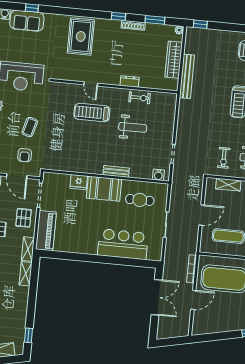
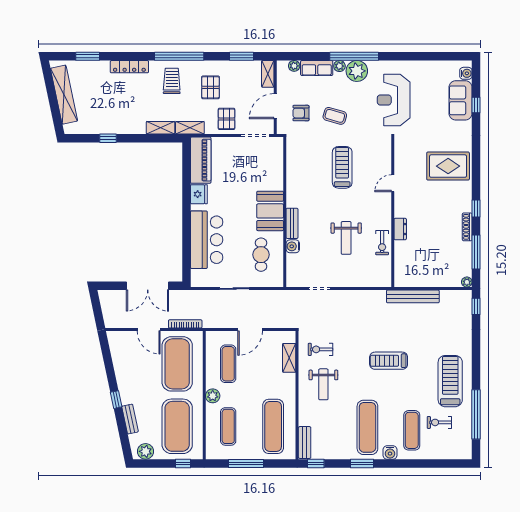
window: (155, 20) -> (476, 252), width x1.44
wardrobe: (174, 60) -> (431, 279), removed
treadmill: (92, 113) -> (342, 167), moved
water cooler: (158, 175) -> (293, 246), moved
fridge: (79, 182) -> (199, 194), moved, turned 180
door: (201, 215) -> (250, 330), hinge flipped
pallet: (23, 218) -> (227, 119), turned 90
piano: (46, 231) -> (201, 160), moved, turned -90
window: (28, 335) -> (108, 138), moved

